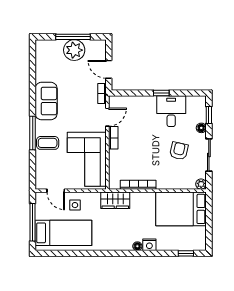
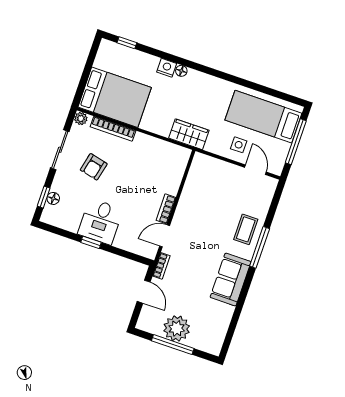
desk: (171, 111) -> (100, 222), moved
floor lamp: (201, 128) -> (53, 198), moved
coffee table: (48, 143) -> (246, 229), turned 90
corner sofa: (87, 159) -> (206, 194), removed
bookcase: (138, 185) -> (113, 129), moved

